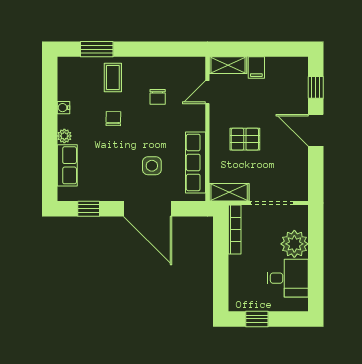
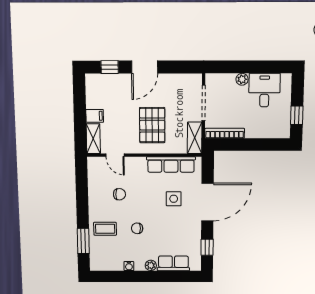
pallet: (245, 139) -> (152, 125), width x1.50, depth x1.42
plant: (294, 244) -> (242, 79), width x0.53, depth x0.53

